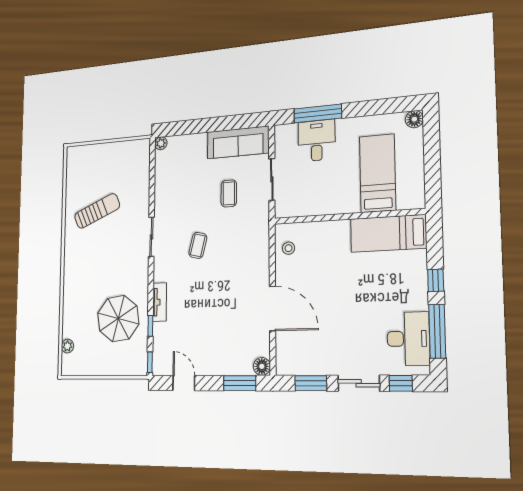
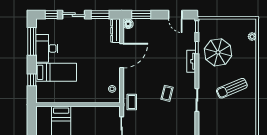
coffee table: (229, 193) -> (132, 102), moved
sun lounger: (97, 211) -> (232, 88), moved
bed: (388, 233) -> (56, 72), moved
window: (436, 280) -> (32, 80), moved
door: (273, 308) -> (122, 56), swing flipped
desk: (408, 339) -> (47, 48), moved
dresser: (283, 354) -> (115, 31), added

